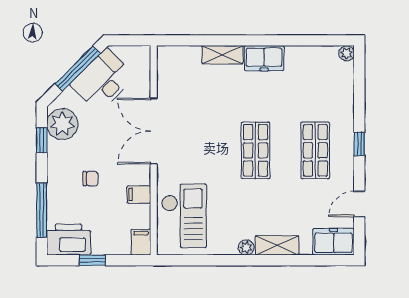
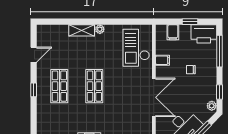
plant: (62, 124) -> (212, 106), width x0.53, depth x0.53
filing cabinet: (141, 242) -> (173, 32), moved
freezer: (334, 242) -> (49, 33), removed

